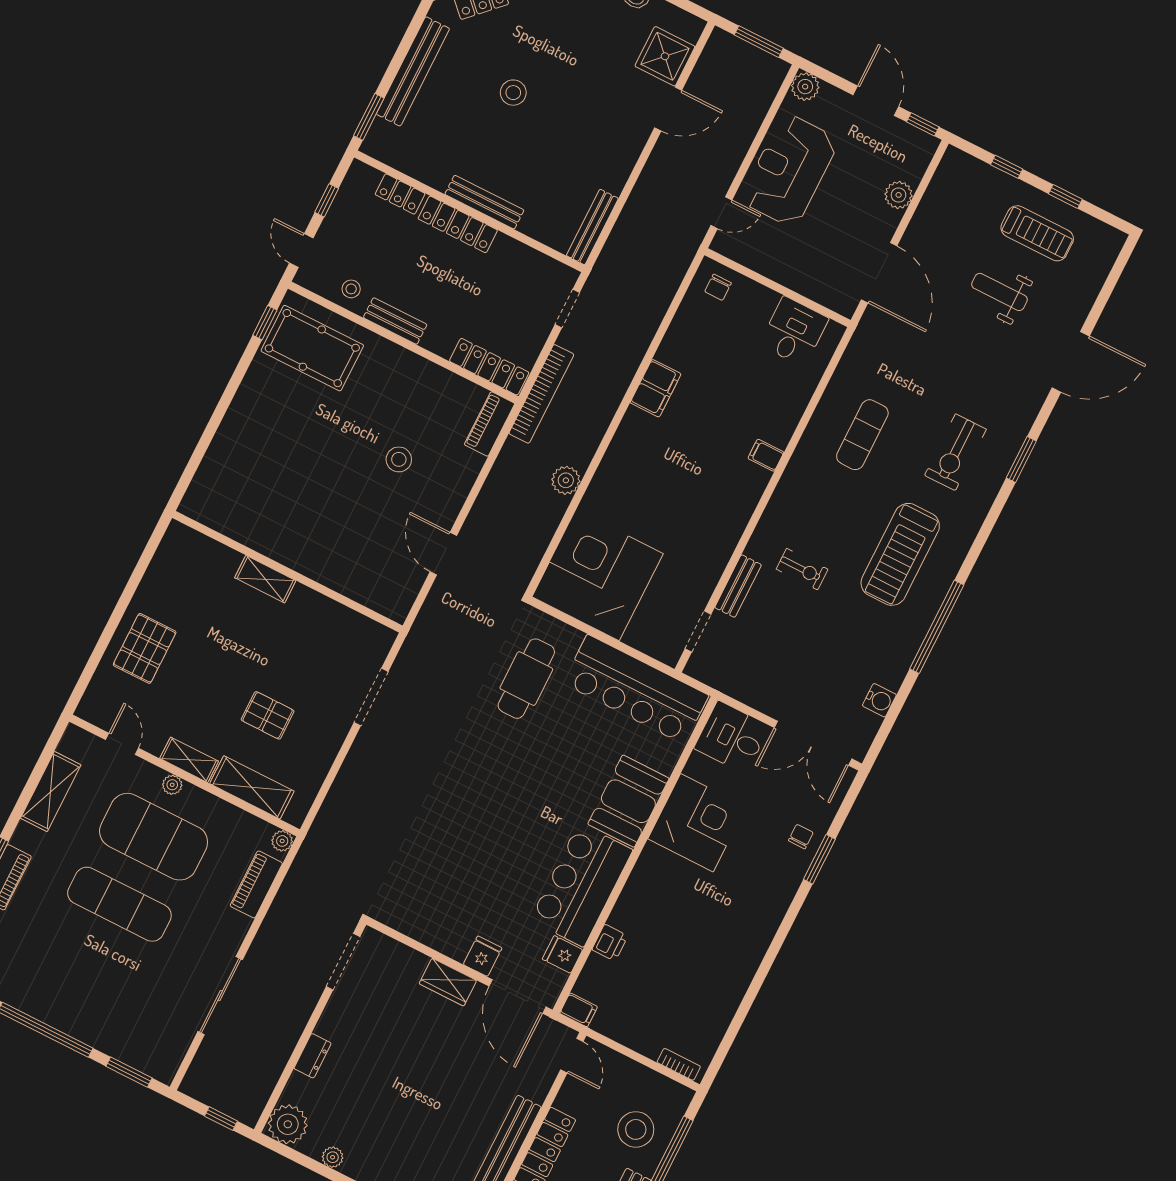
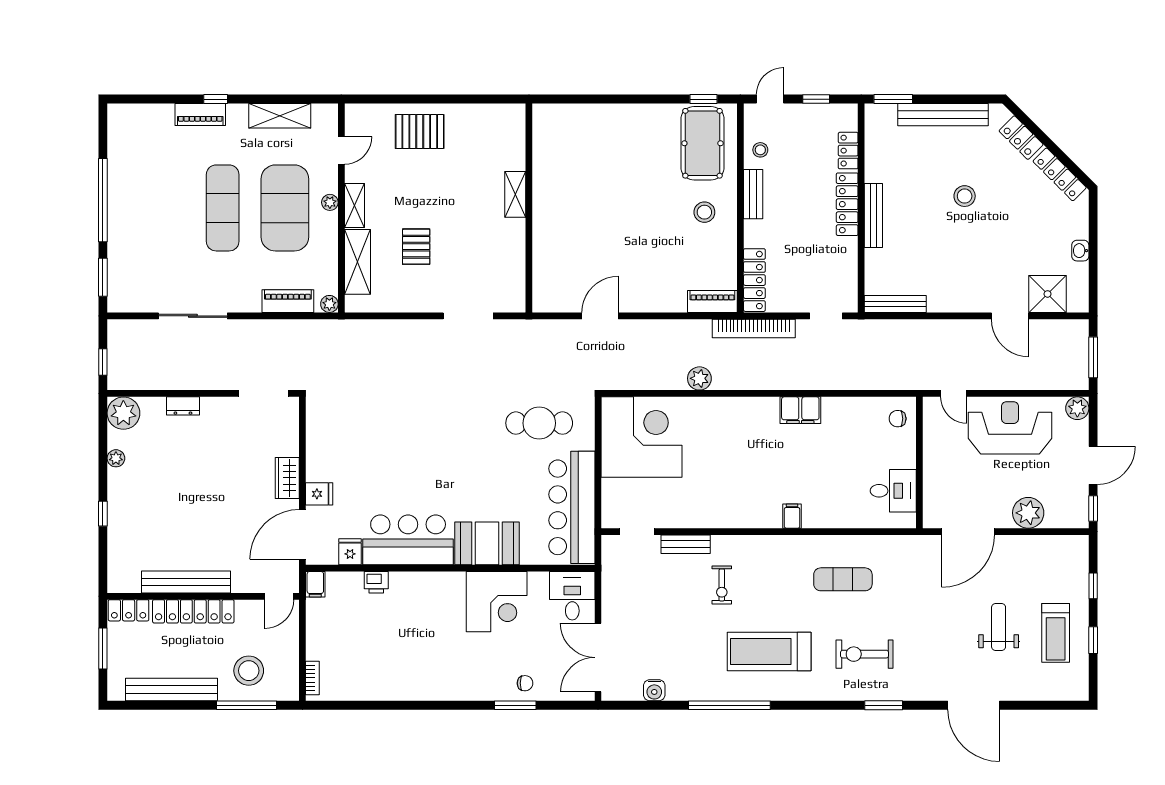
plant: (899, 195) -> (1028, 513), width x1.36, depth x1.36
stool: (399, 459) -> (704, 212), moved

